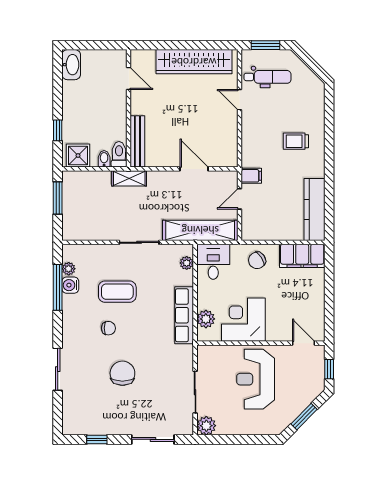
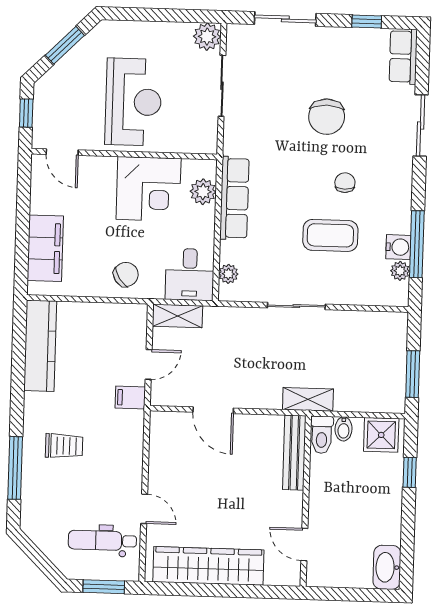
window: (329, 125) -> (15, 468), added
shelving: (200, 230) -> (177, 316), width x0.45, depth x0.75
filing cabinet: (302, 256) -> (45, 248), moved, turned 90
chair: (108, 328) -> (345, 183), turned 90
row of seats: (71, 416) -> (403, 57), added

